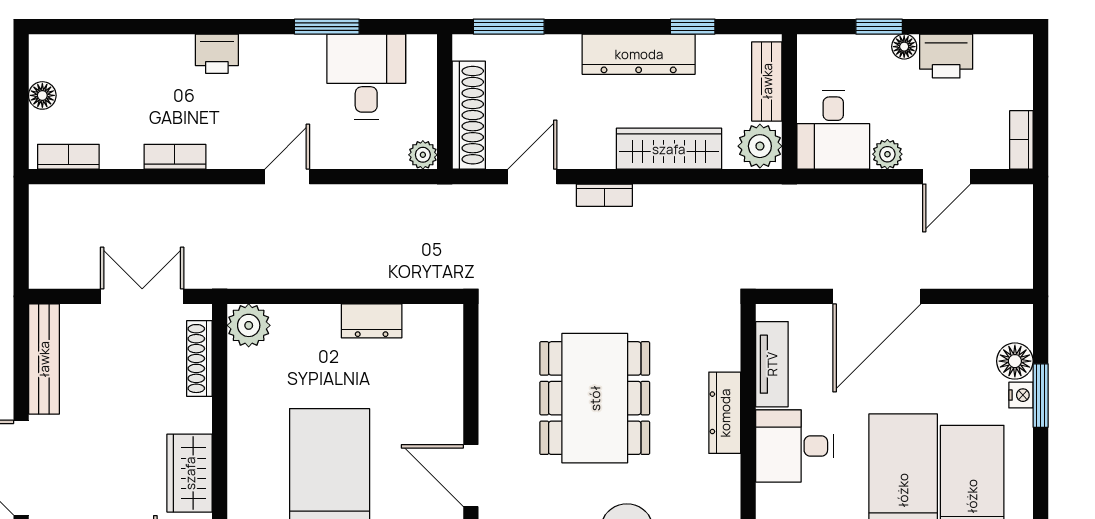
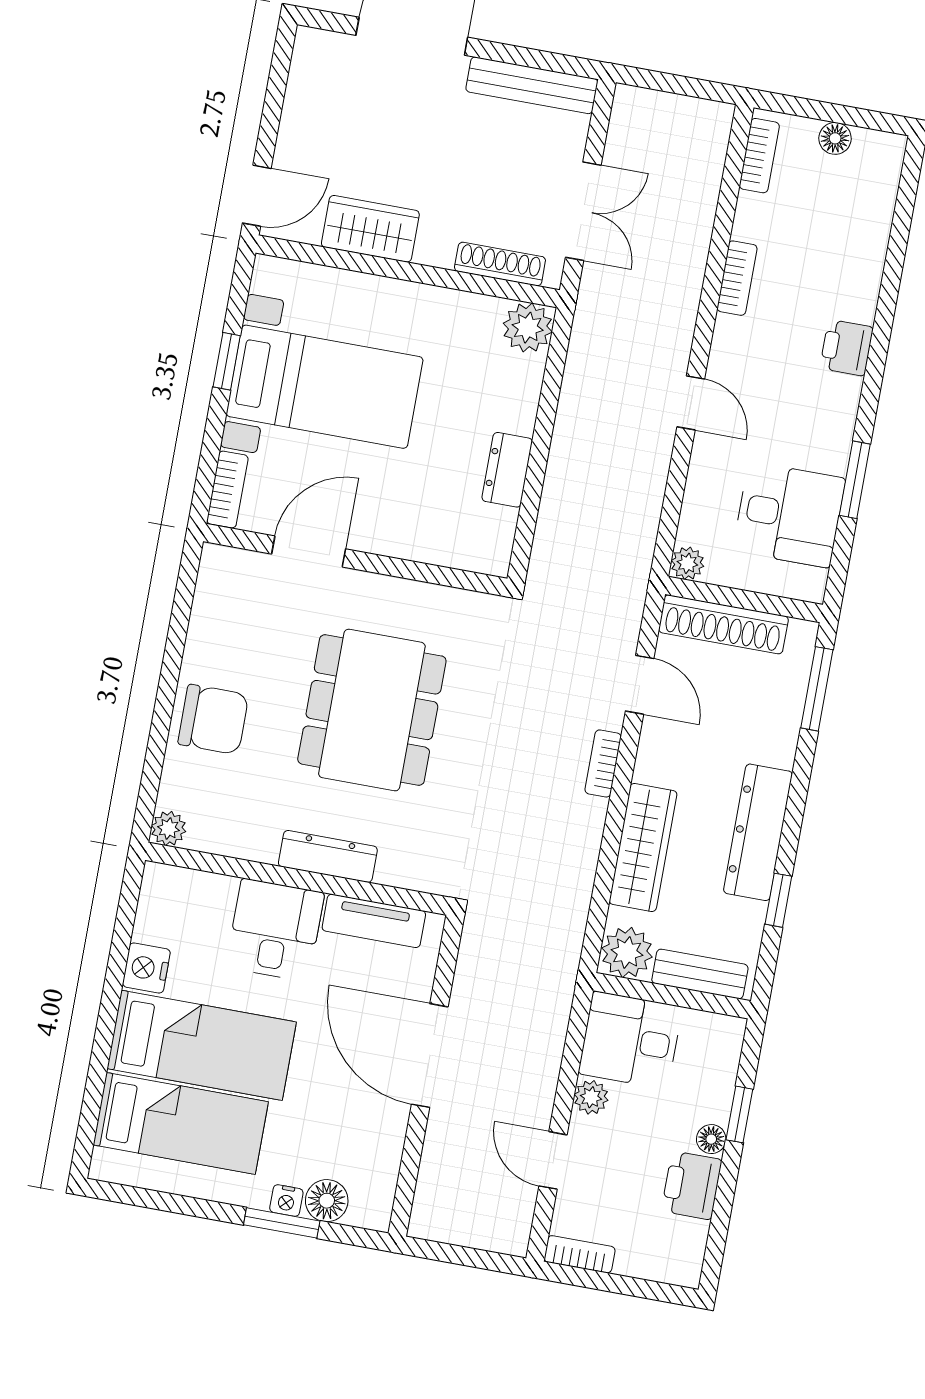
dining table: (595, 398) -> (372, 710), turned 90

